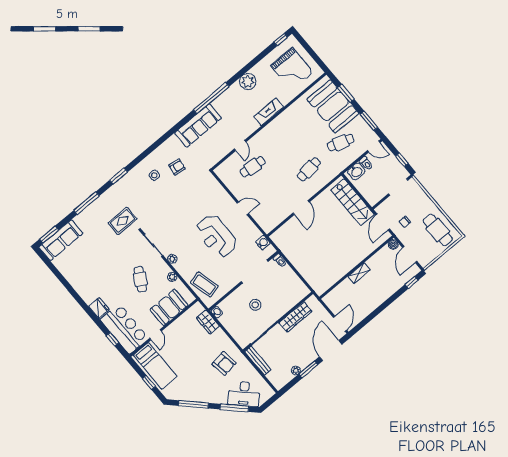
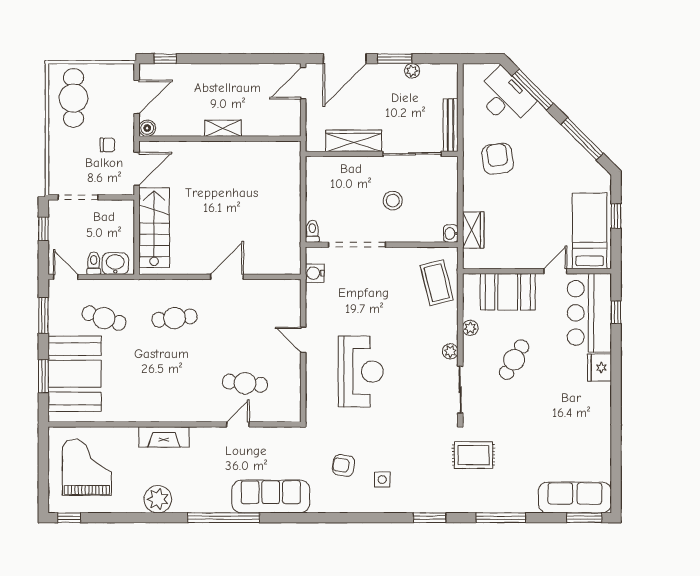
reception desk: (216, 236) -> (361, 372), moved

